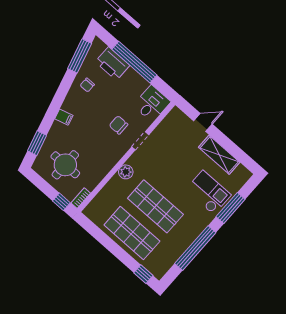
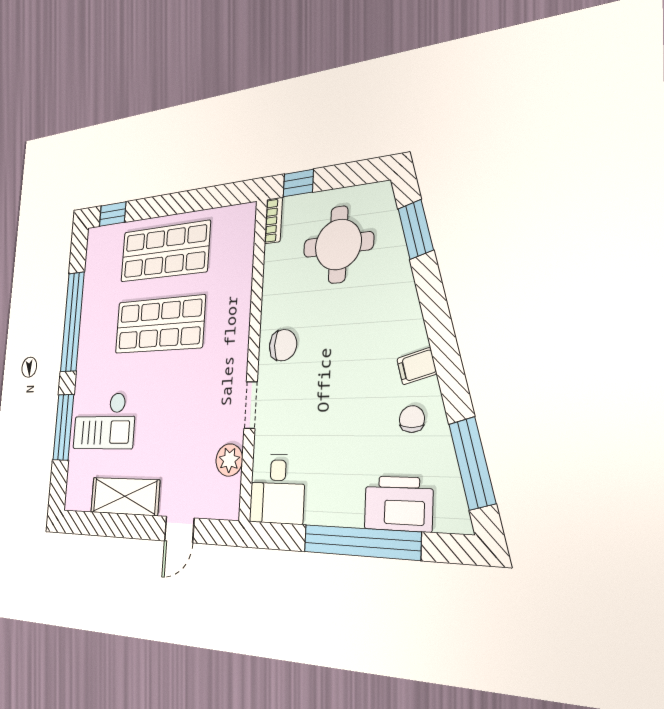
filing cabinet: (64, 117) -> (417, 366), moved
chair: (119, 125) -> (283, 345), moved
plant: (126, 172) -> (229, 460), moved

